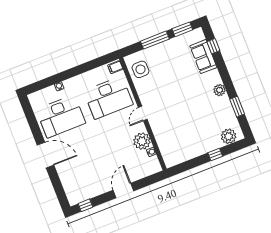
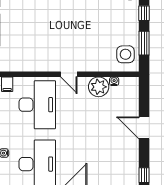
side table: (141, 69) -> (126, 54), moved
window: (191, 164) -> (144, 43), added

